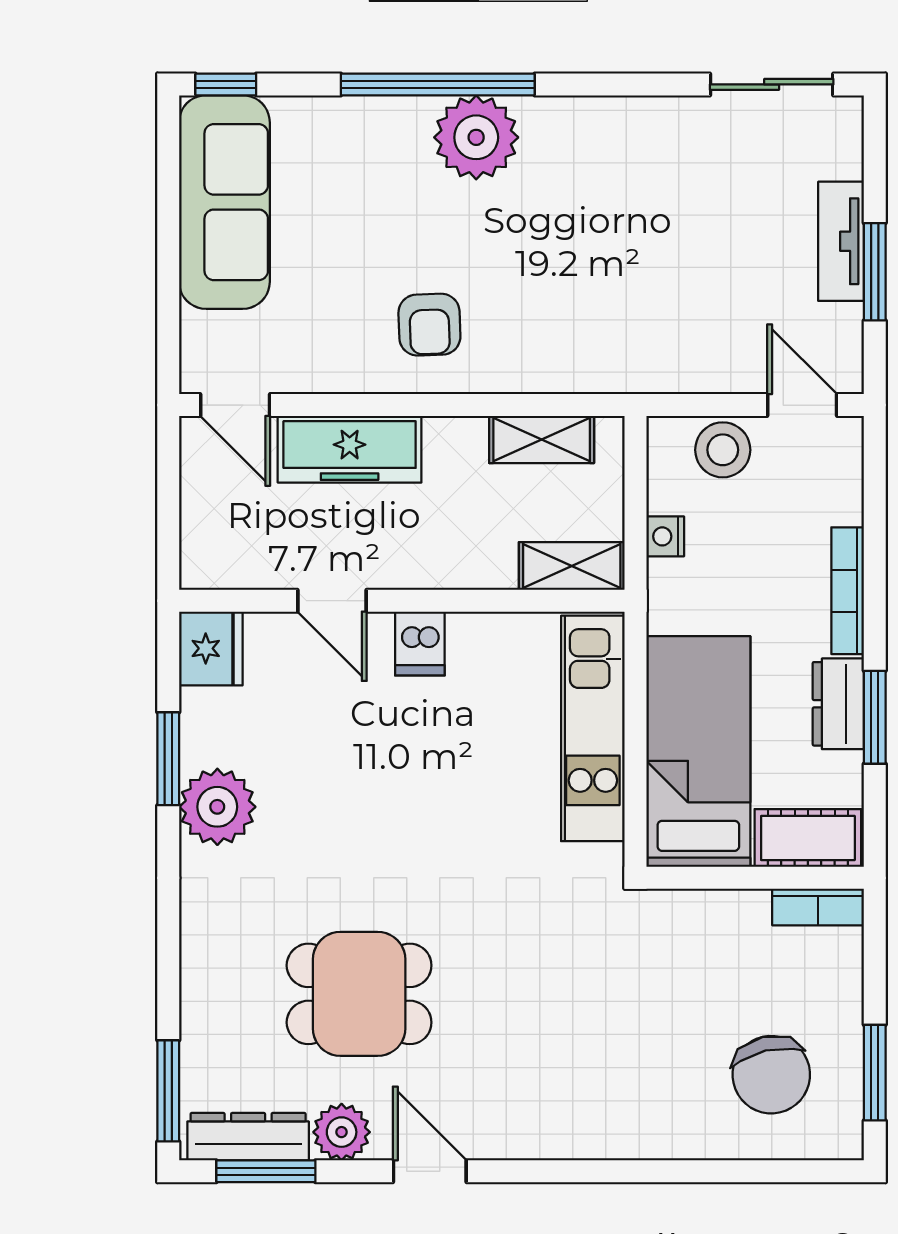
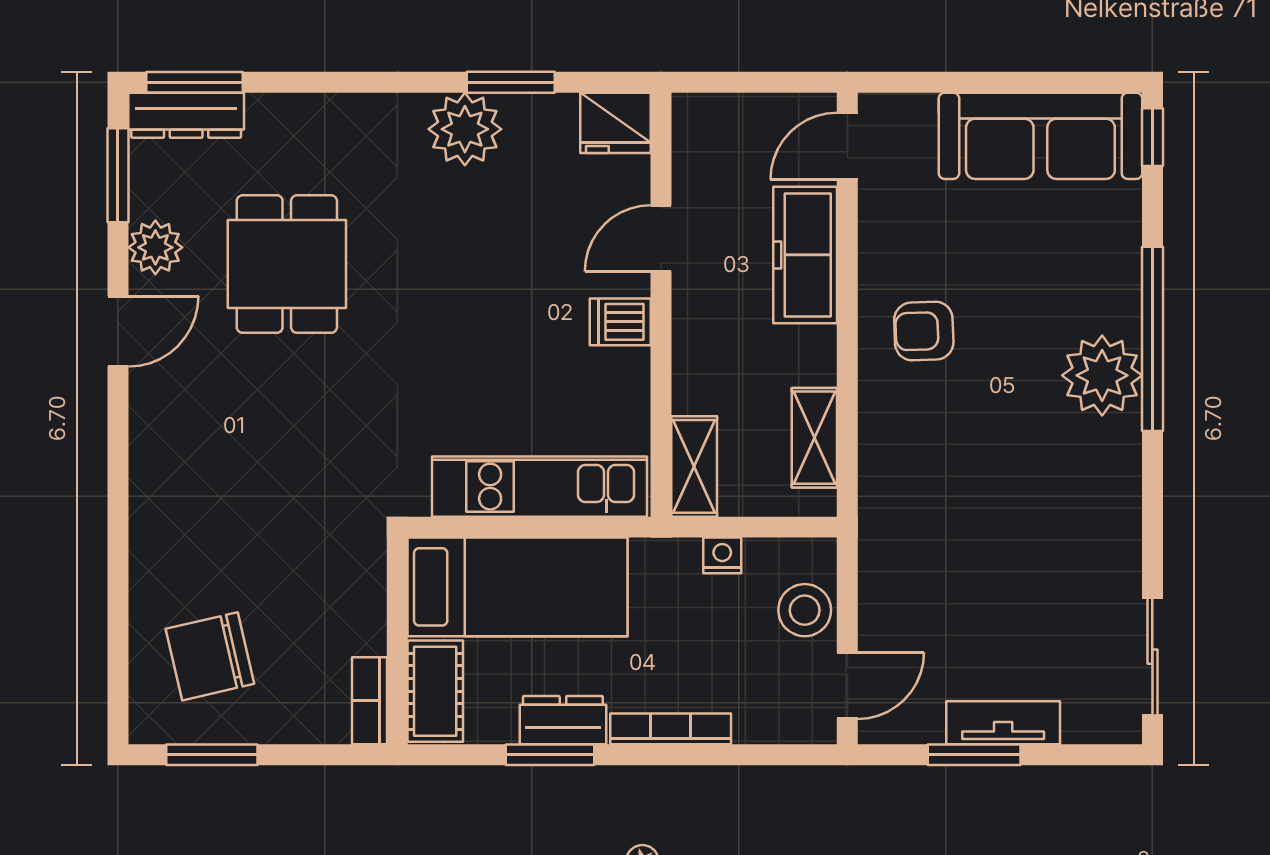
dresser: (248, 1137) -> (186, 115), moved, turned 90

